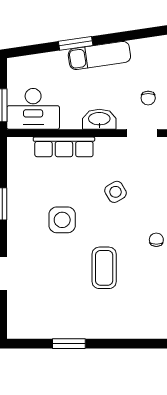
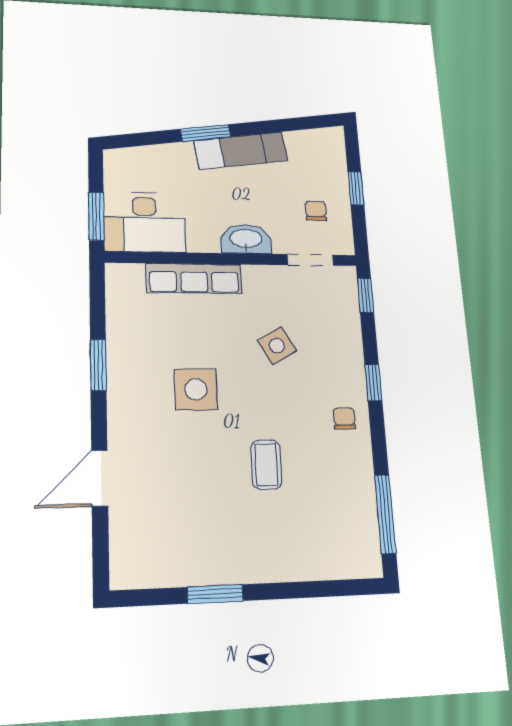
chair: (148, 98) -> (316, 211), turned 180
coffee table: (104, 268) -> (266, 465), width x0.73, depth x0.77

